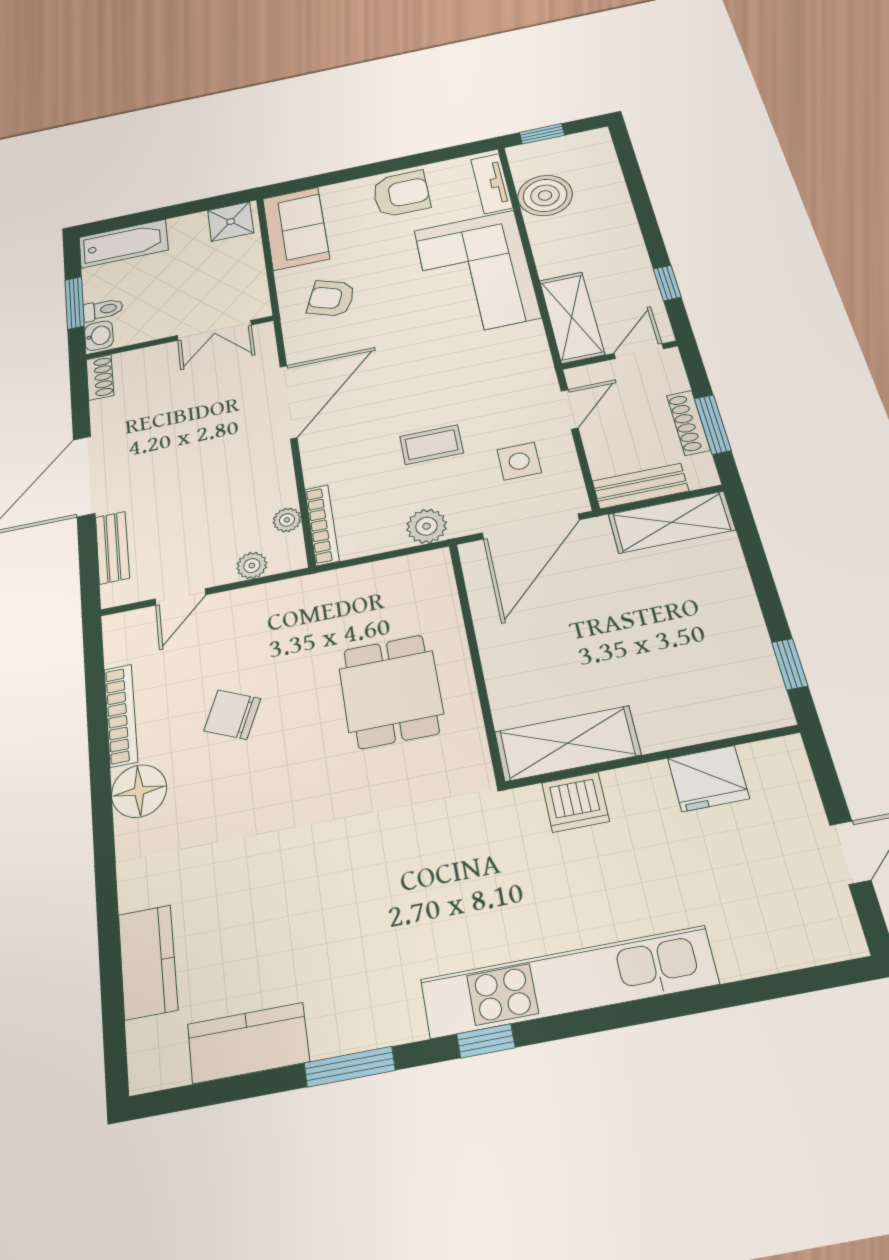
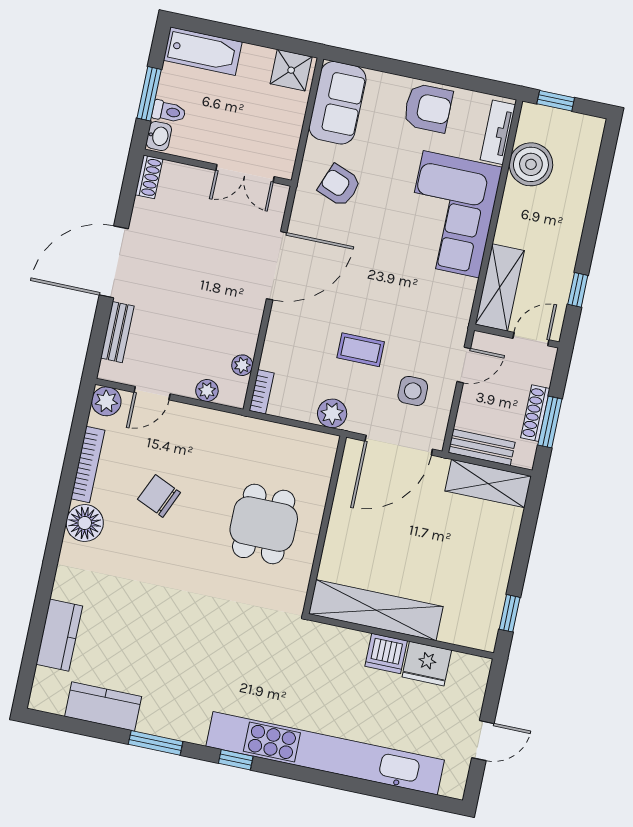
bookcase: (322, 525) -> (262, 392), width x0.64
plant: (123, 630) -> (106, 401), added
shelving: (567, 743) -> (376, 610), width x1.47
dishwasher: (575, 802) -> (386, 654), moved
kitchen unit: (568, 982) -> (325, 753), width x1.36

